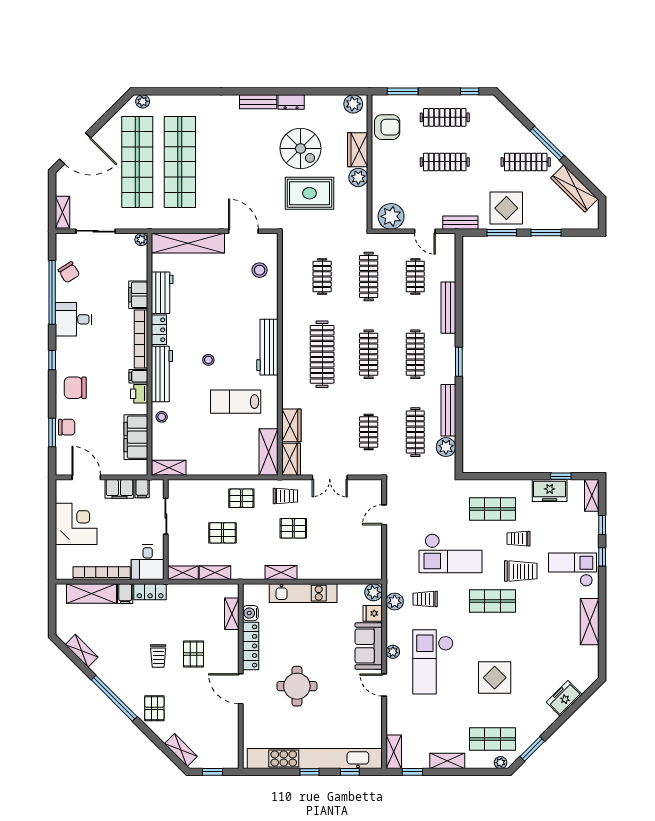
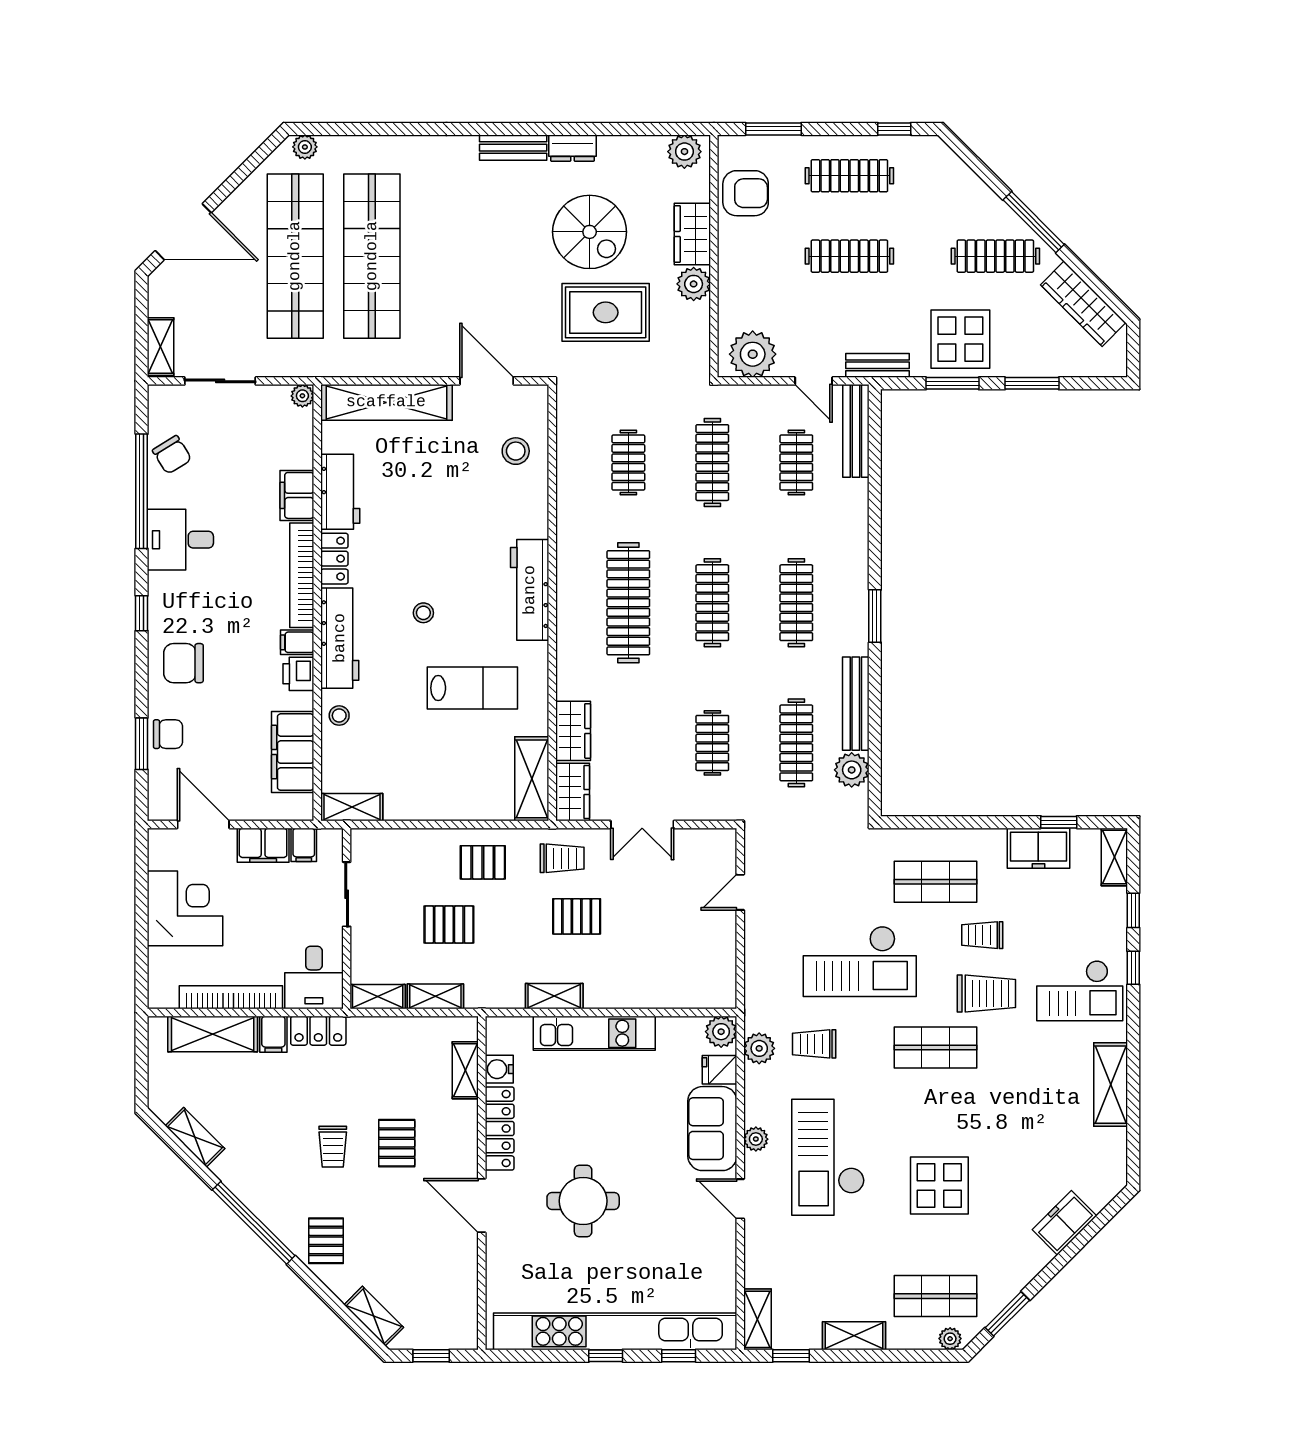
bench: (448, 308) -> (856, 431), moved
lab bench: (236, 402) -> (472, 688), turned 180
checkout: (572, 569) -> (1080, 991), turned 180

